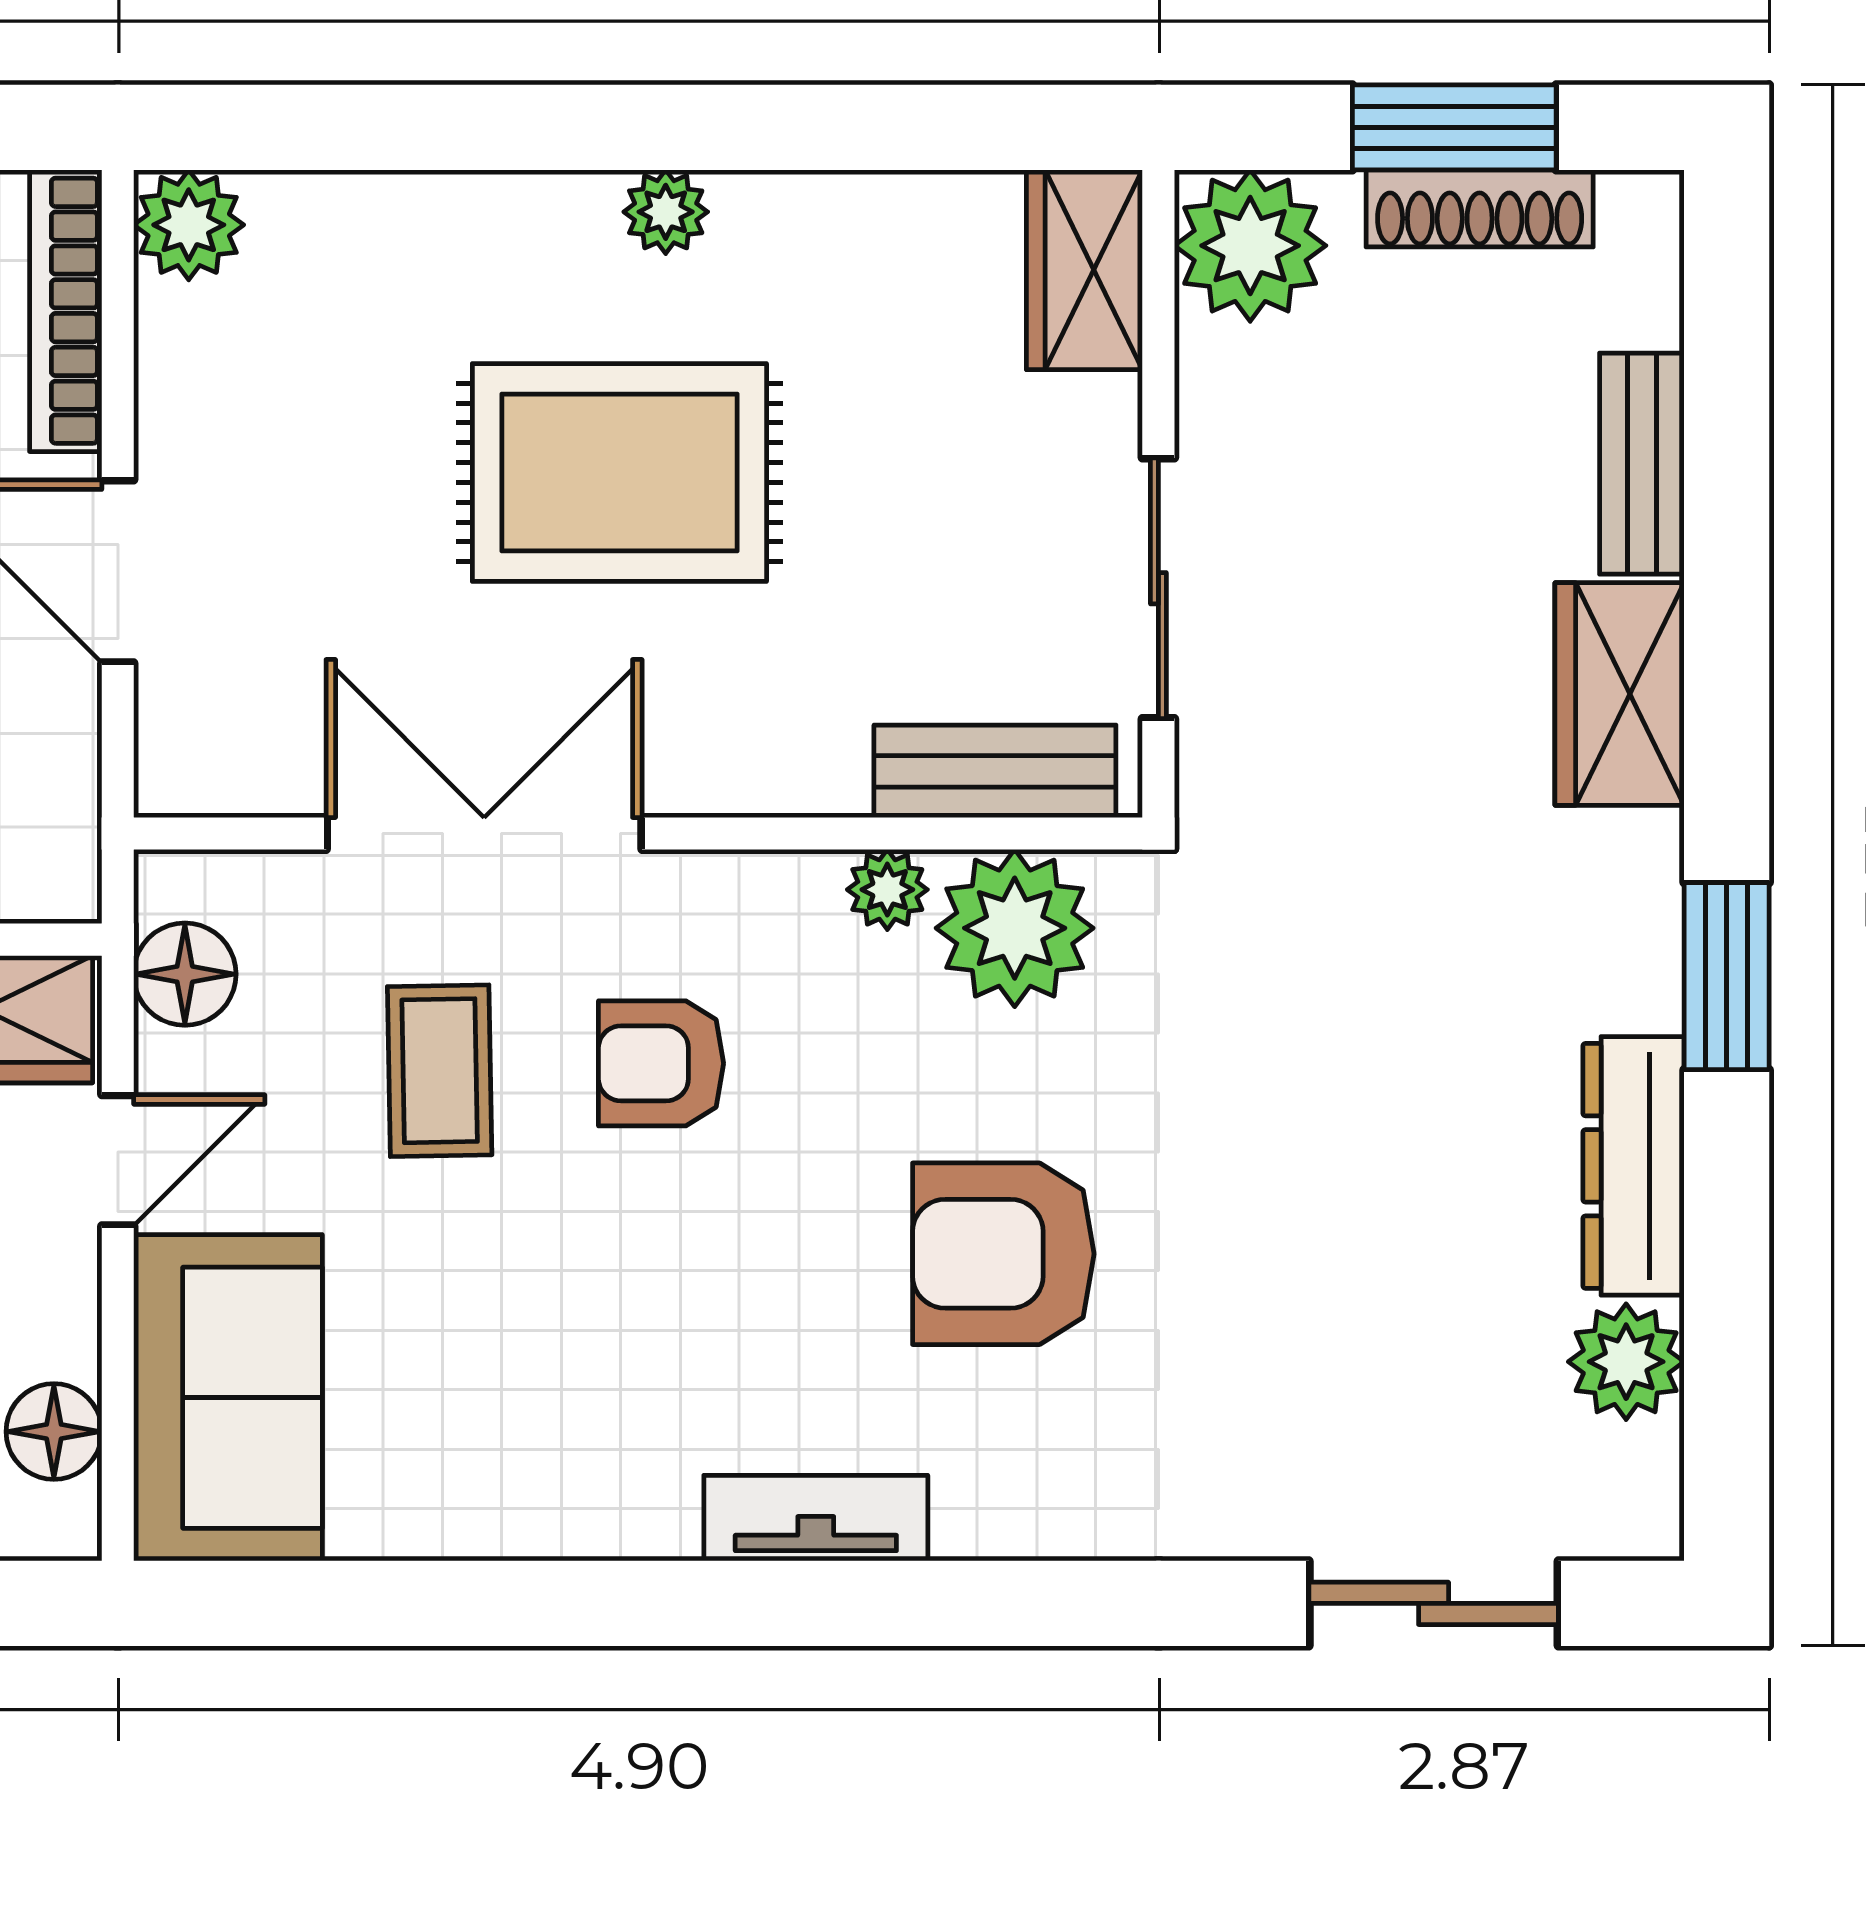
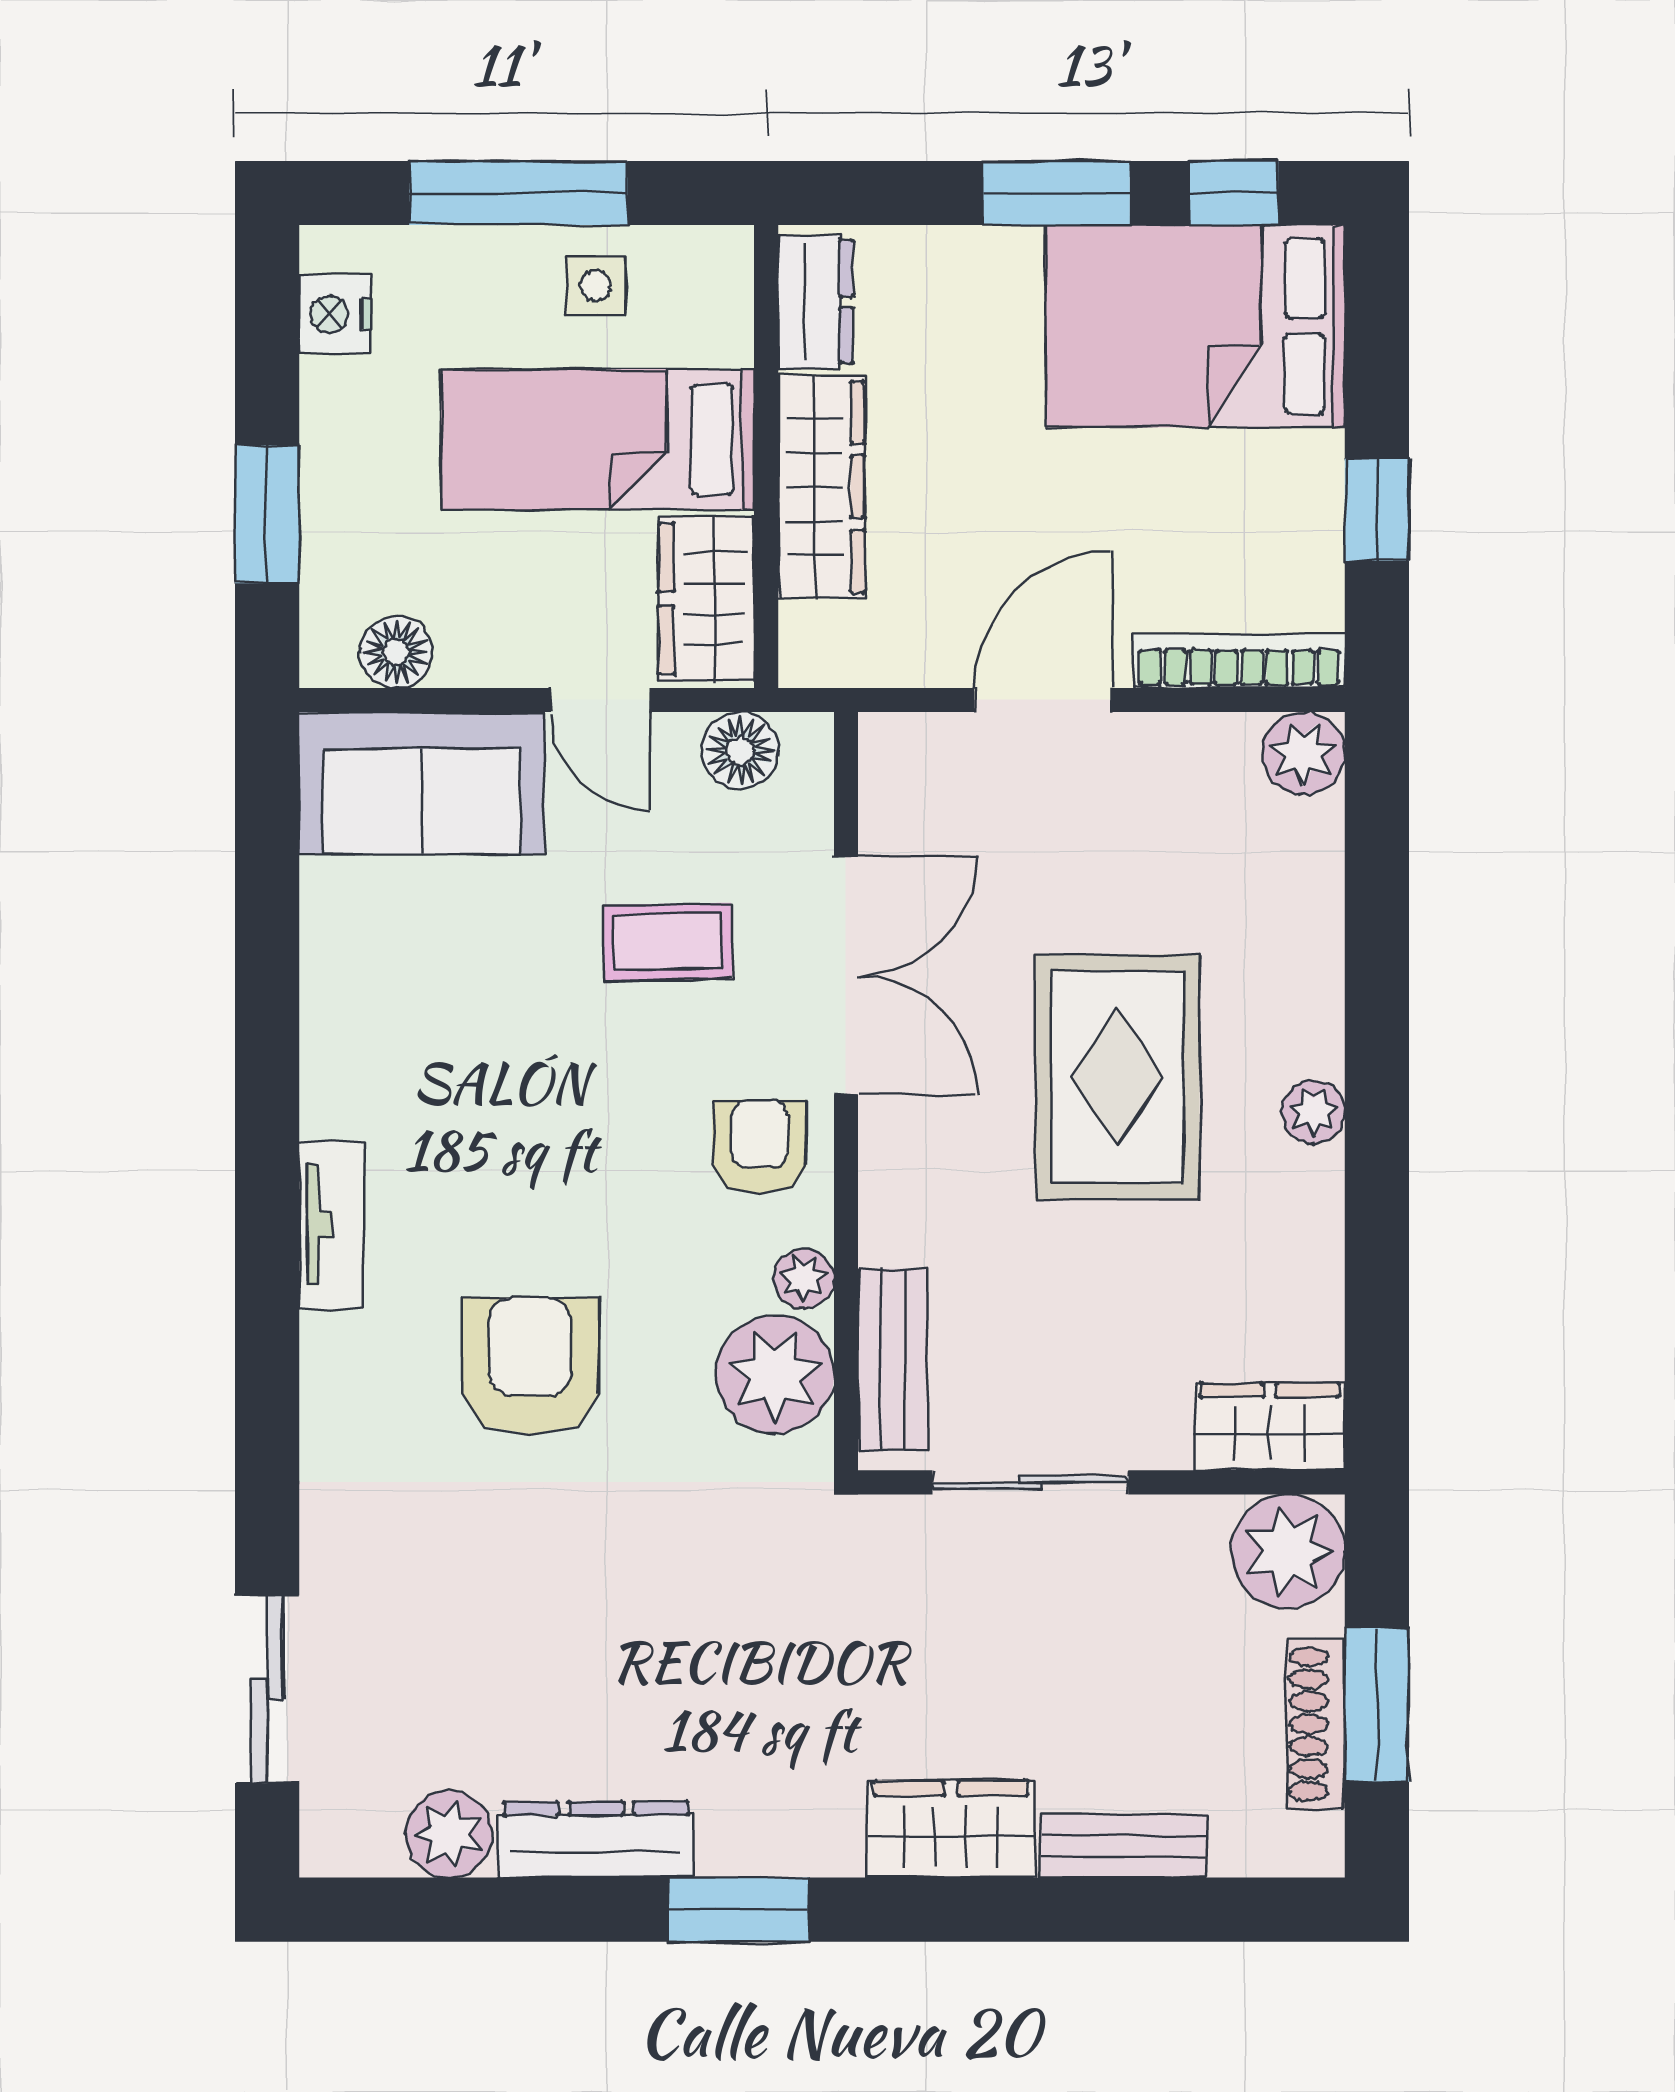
armchair: (661, 1063) -> (759, 1147), moved

